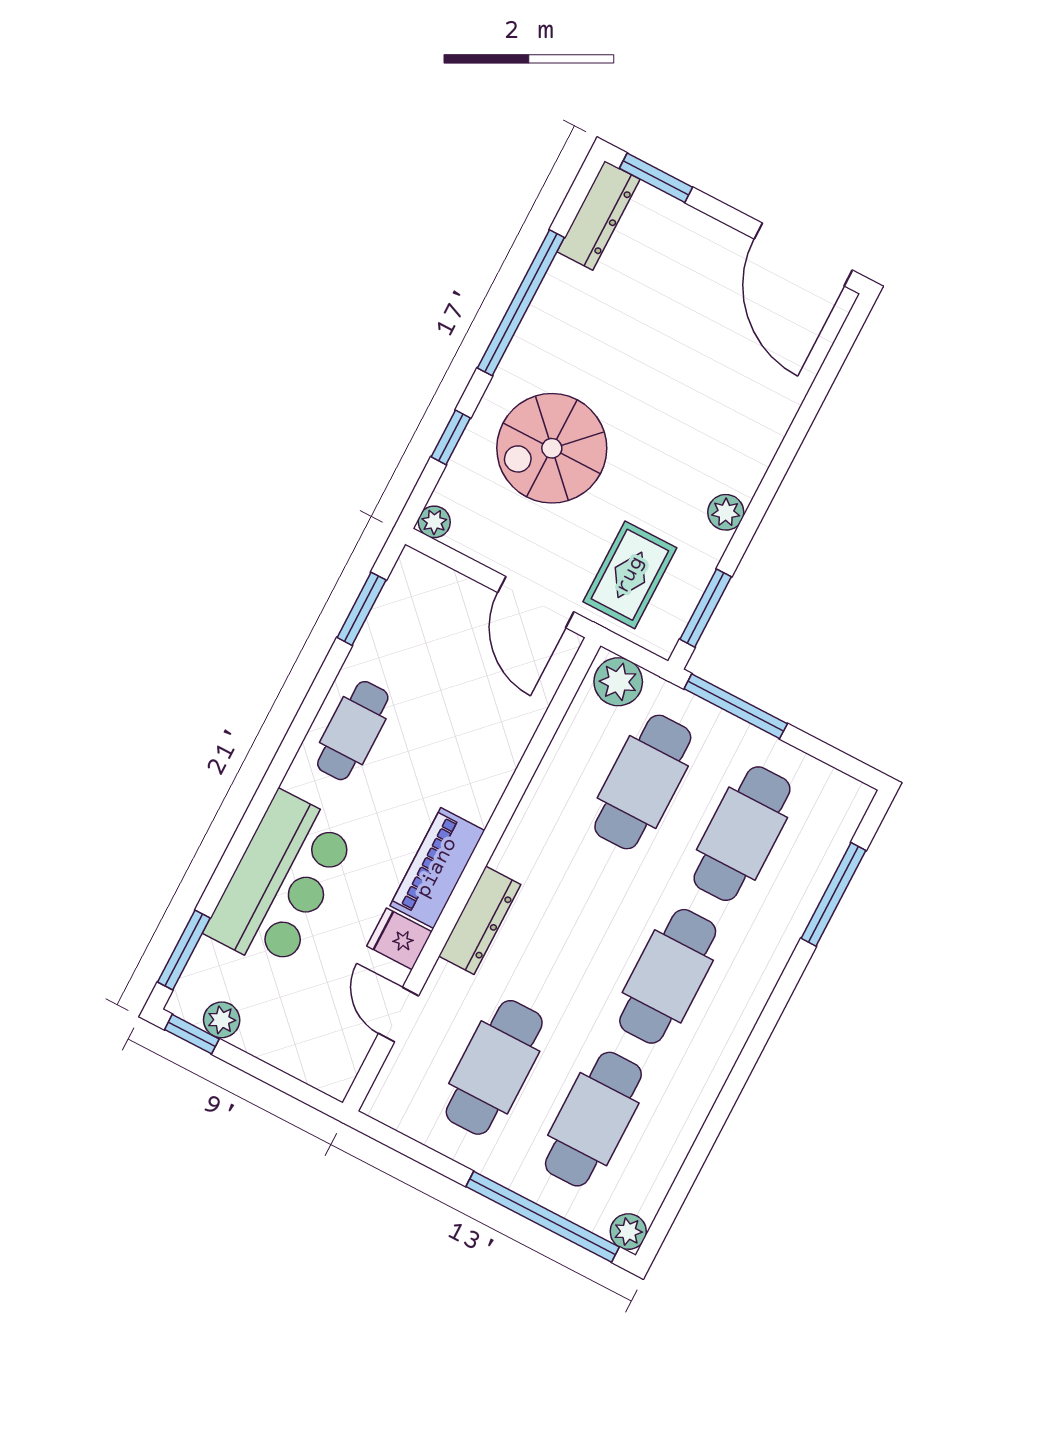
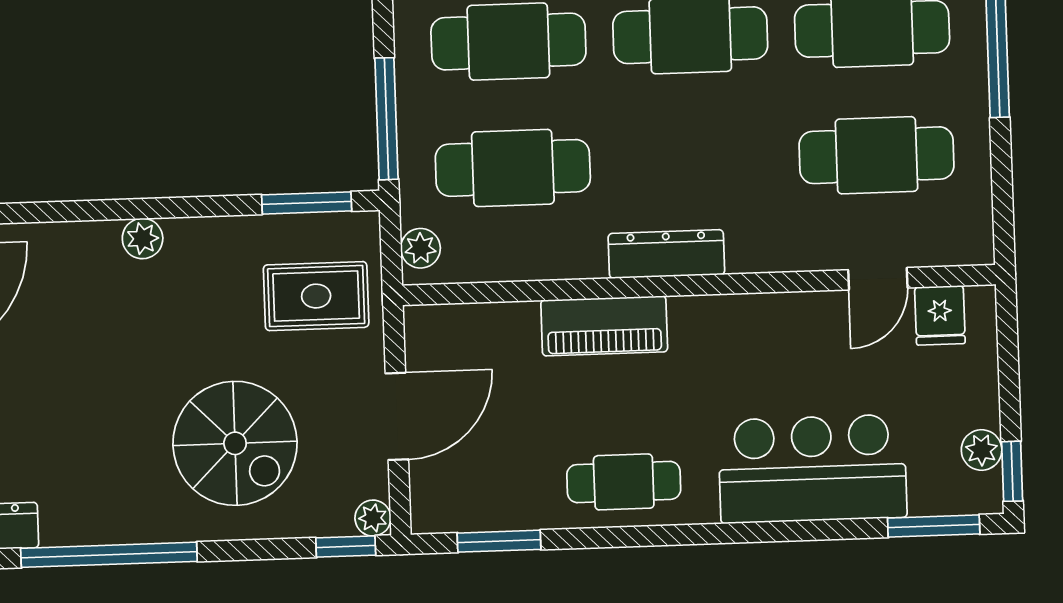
window: (451, 437) -> (346, 547), moved
plant: (726, 512) -> (143, 238), moved
door: (536, 602) -> (397, 416), moved
plant: (618, 682) -> (420, 248), width x0.73, depth x0.73
piano: (437, 868) -> (604, 326), moved
dresser: (480, 920) -> (666, 254), moved
fridge: (399, 939) -> (940, 315), moved

